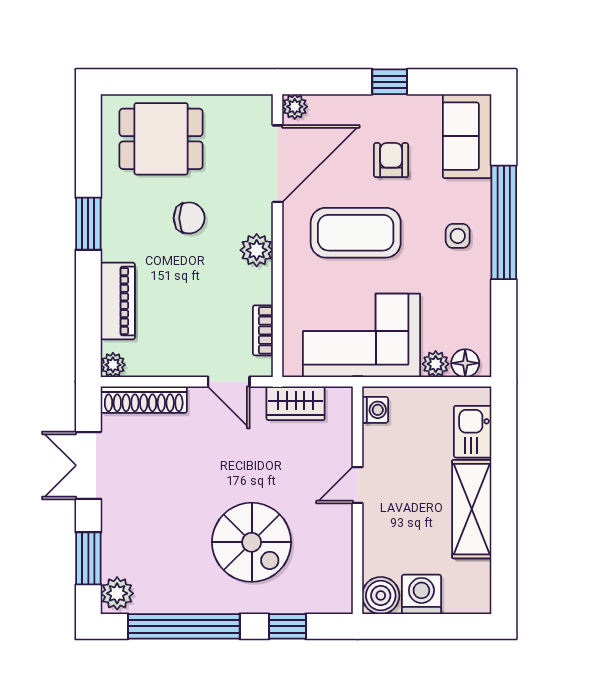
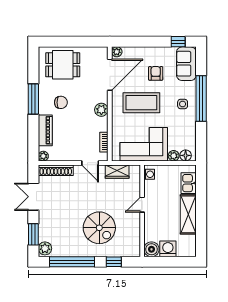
window: (390, 82) -> (178, 42), moved
chair: (189, 218) -> (61, 102), moved
window: (88, 224) -> (33, 99), width x1.44

